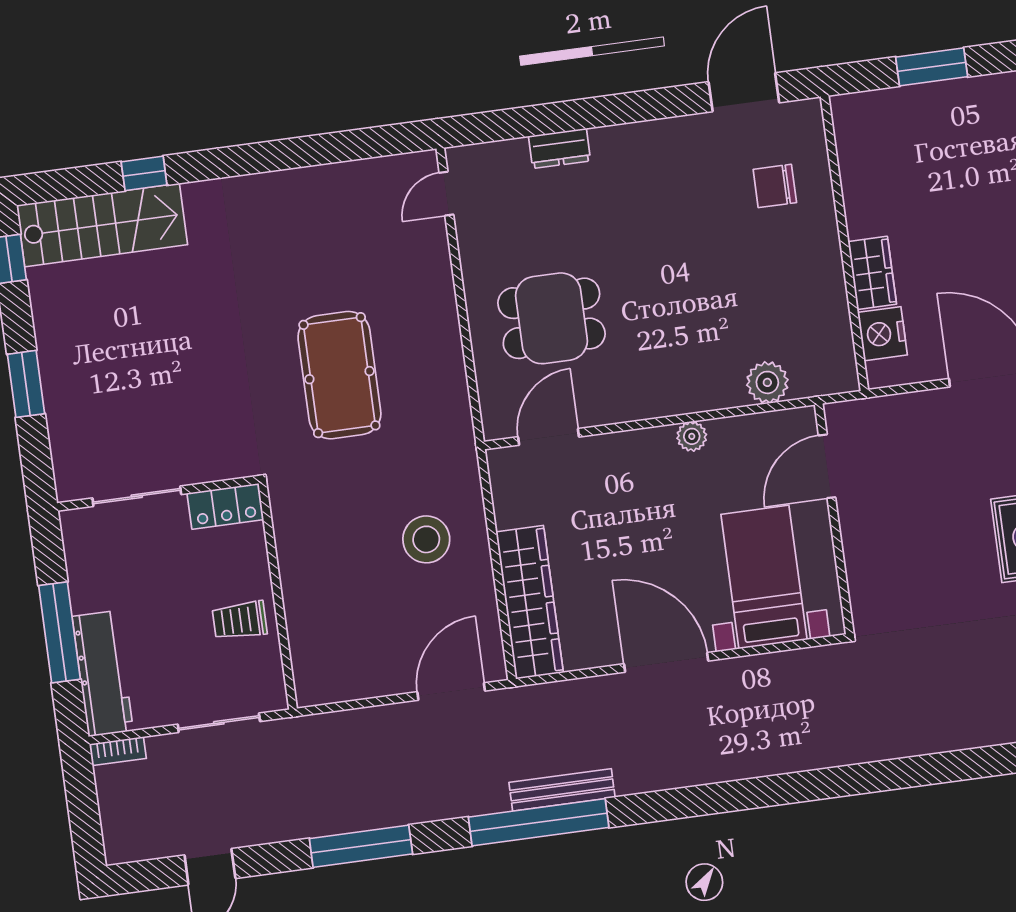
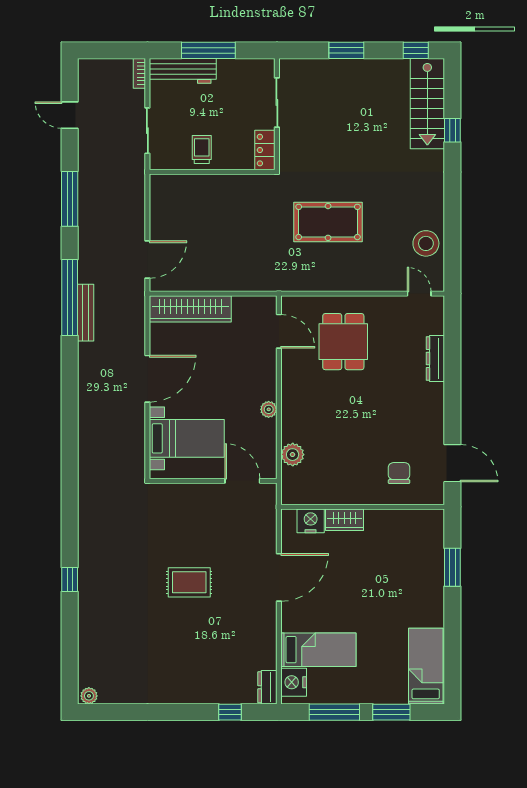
dresser: (559, 148) -> (435, 359), width x1.44
stool: (426, 539) -> (426, 243), moved
door: (451, 691) -> (147, 259), hinge flipped

